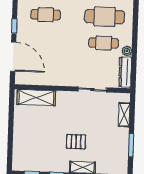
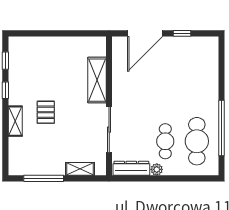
cafe table: (46, 15) -> (197, 70), removed
sliding door: (92, 89) -> (109, 130), width x1.37
shelving: (36, 98) -> (97, 80), moved
window: (131, 145) -> (44, 178), width x1.44

